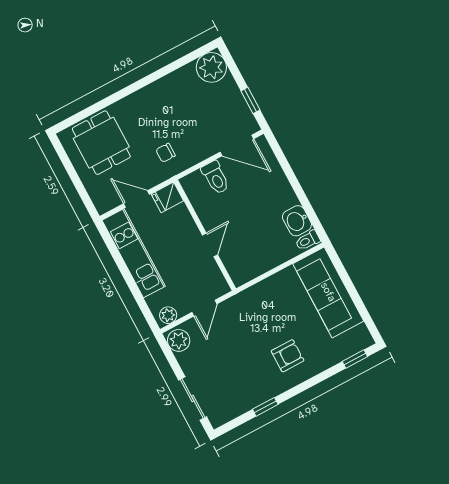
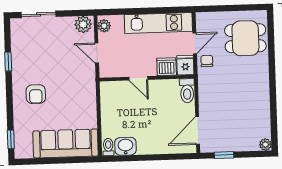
plant: (211, 67) -> (265, 145), width x0.53, depth x0.53
chair: (166, 153) -> (207, 61), moved
toilet: (215, 178) -> (187, 91), moved, turned -90
dishwasher: (180, 218) -> (167, 67), added

